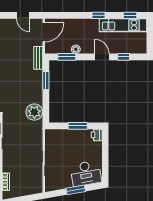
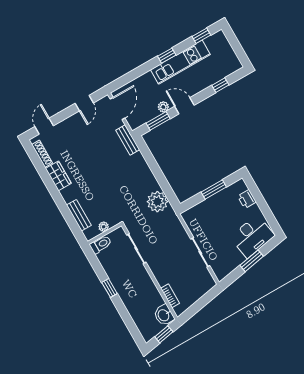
door: (23, 15) -> (84, 103), hinge flipped
kitchen unit: (123, 25) -> (180, 62), moved
door: (102, 57) -> (184, 106), moved
window: (46, 81) -> (150, 160), removed
printer: (97, 135) -> (247, 199), moved

